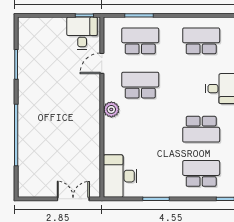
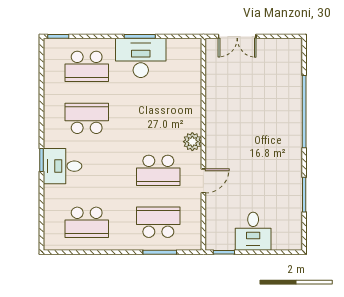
desk: (82, 33) -> (253, 231), moved
school desk: (140, 41) -> (158, 222), turned 180
door: (102, 63) -> (203, 181), moved
desk: (120, 176) -> (141, 58), moved, turned -90

